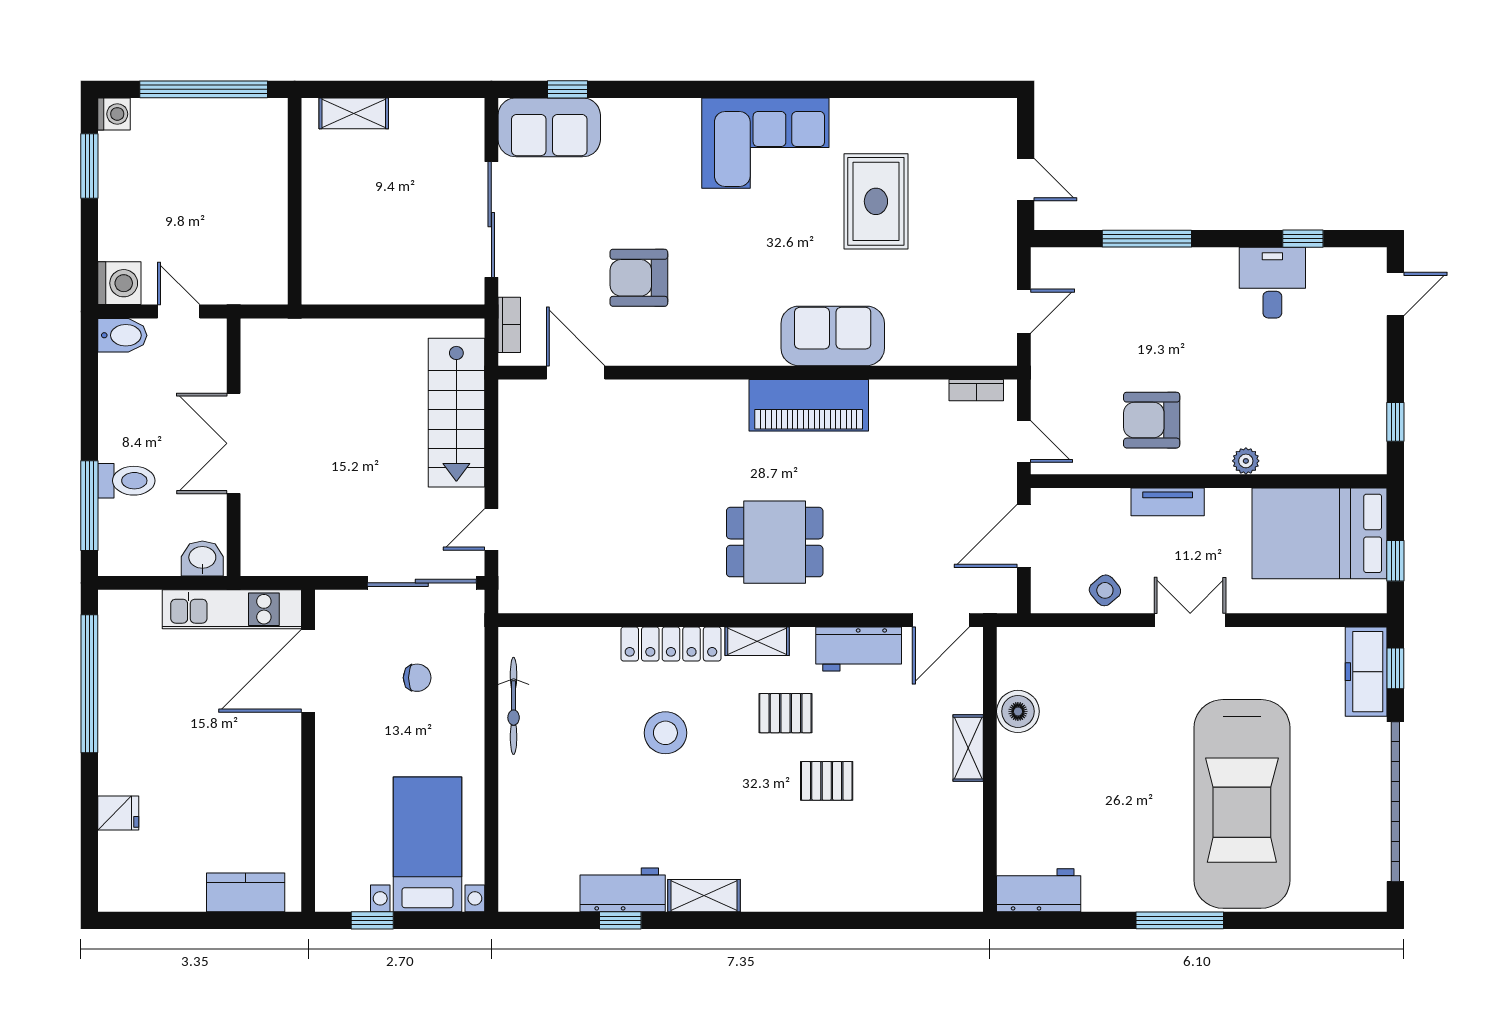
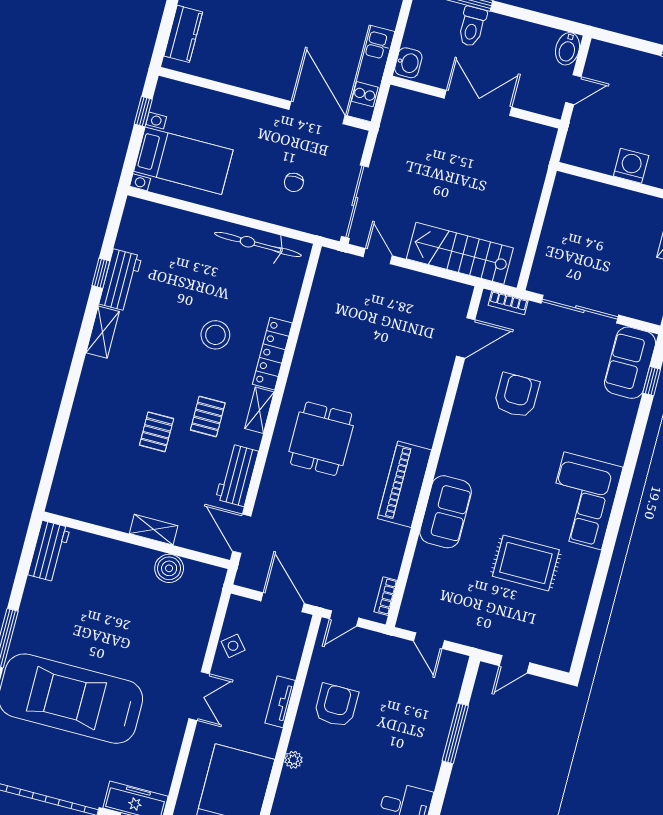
washing machine: (119, 283) -> (631, 166), moved, turned 180
bicycle: (514, 706) -> (258, 244), width x1.37, depth x1.40

